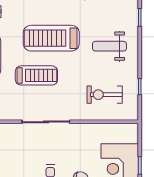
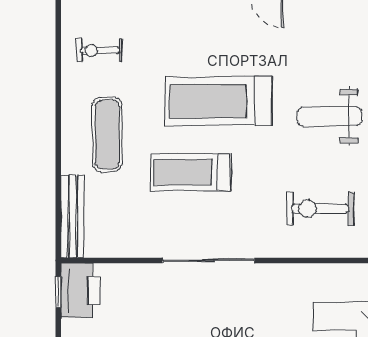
treadmill: (36, 75) -> (191, 172), turned 180

